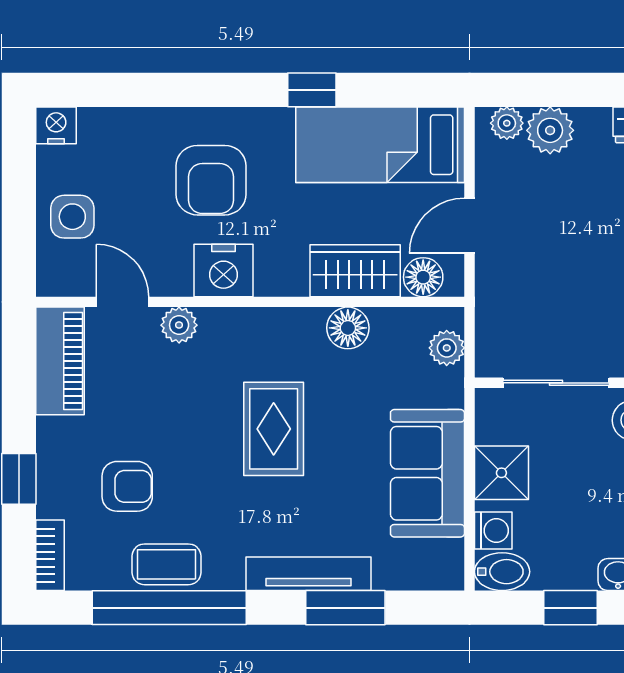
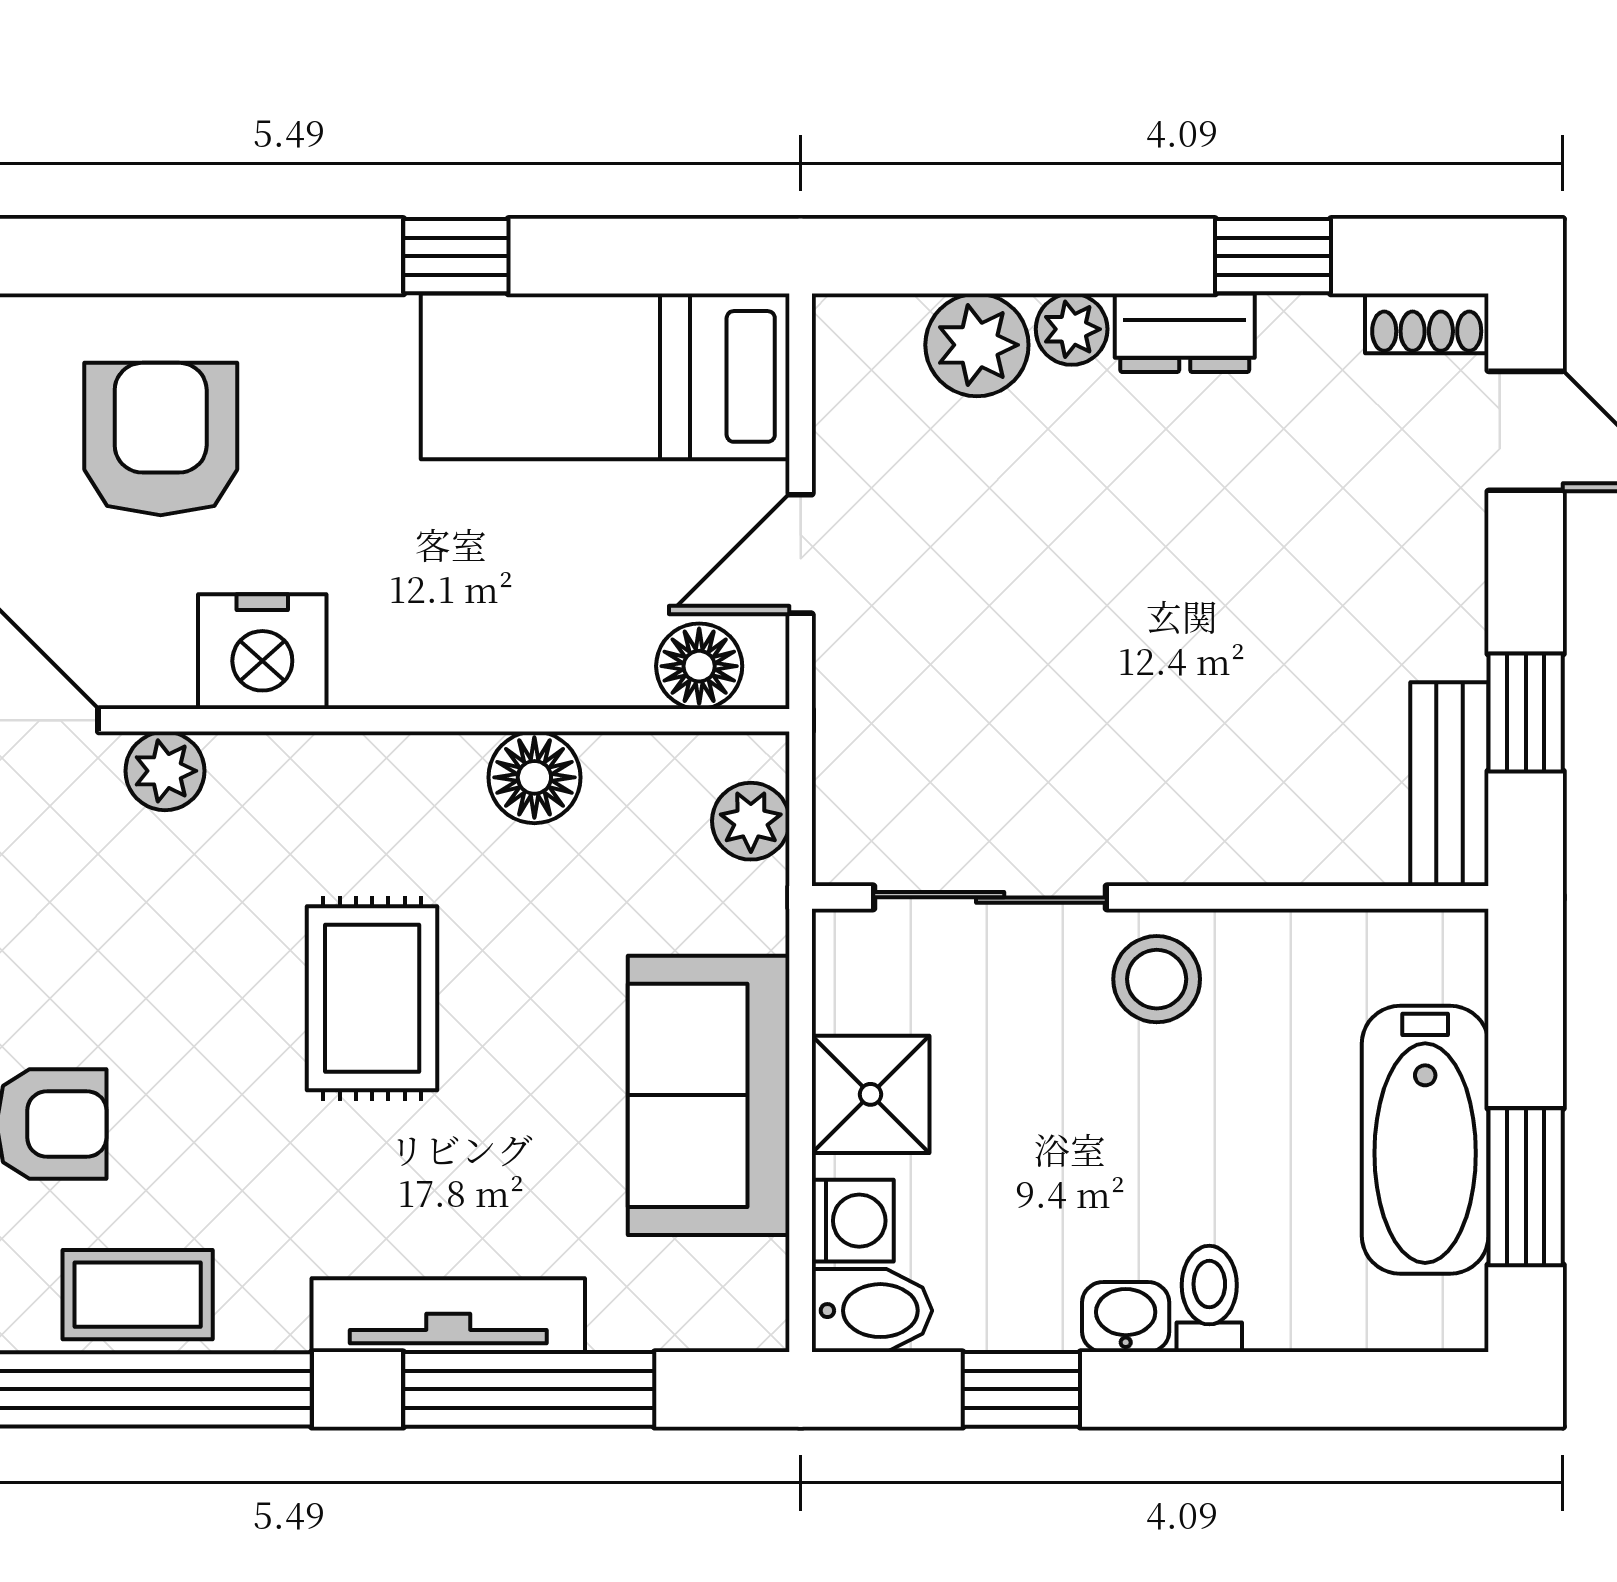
plant: (507, 123) -> (1072, 329), moved
armchair: (211, 180) -> (161, 439), moved, turned 180
wardrobe: (355, 271) -> (550, 652), removed
window: (345, 608) -> (529, 1389), width x1.44

